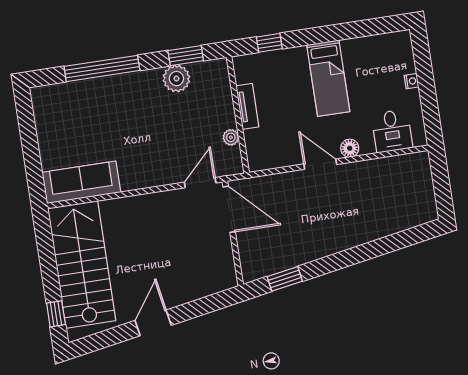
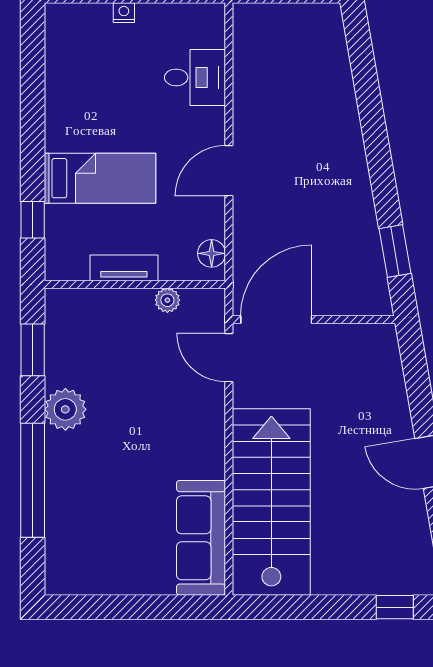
bed: (328, 78) -> (100, 178), moved
plant: (176, 79) -> (65, 409), moved
desk: (392, 131) -> (195, 77), moved
floor lamp: (350, 148) -> (212, 253), moved
stairs: (82, 264) -> (271, 502), moved, turned 90

